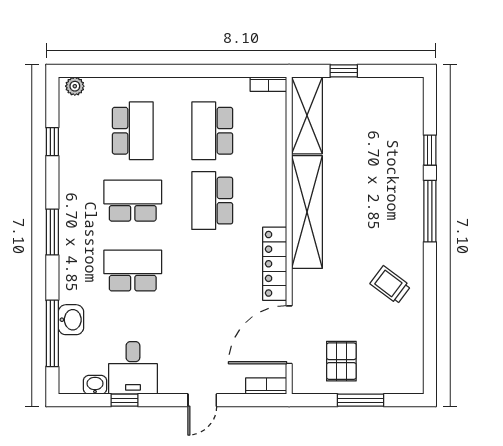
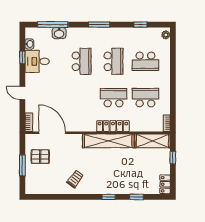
locker: (402, 88) -> (165, 184), added
window: (430, 211) -> (109, 197), width x0.46
locker: (275, 264) -> (113, 126), moved

